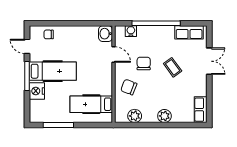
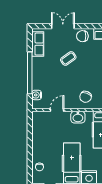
washbasin: (106, 34) -> (78, 117), moved
chair: (144, 63) -> (82, 36), moved

